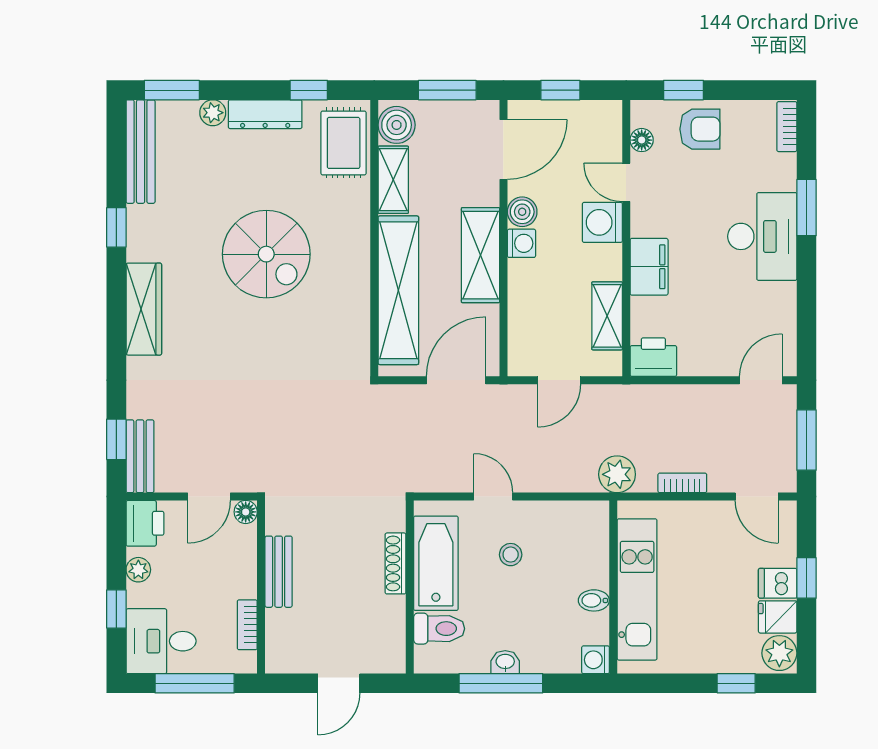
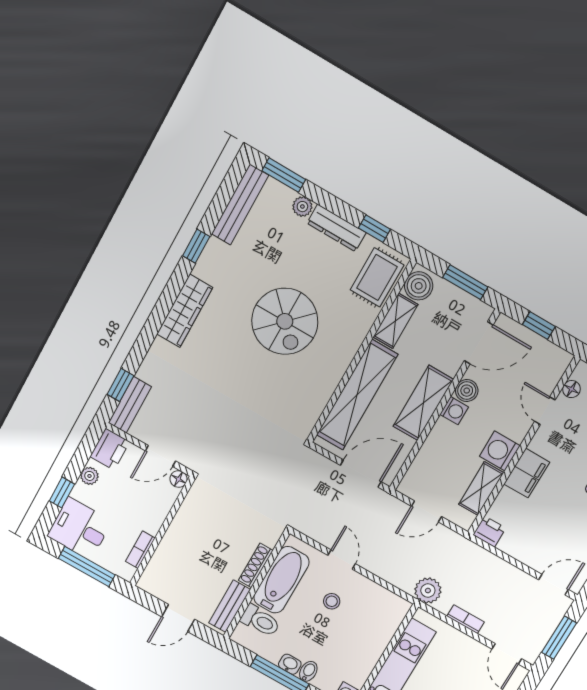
washing machine: (602, 222) -> (500, 451), moved
printer: (653, 357) -> (489, 531), width x0.73, depth x0.81
bench: (279, 572) -> (230, 606), moved
bidet: (594, 600) -> (308, 671), moved, turned 90

